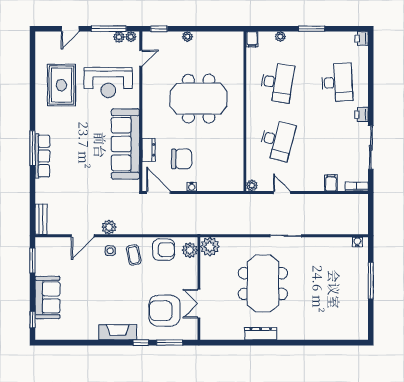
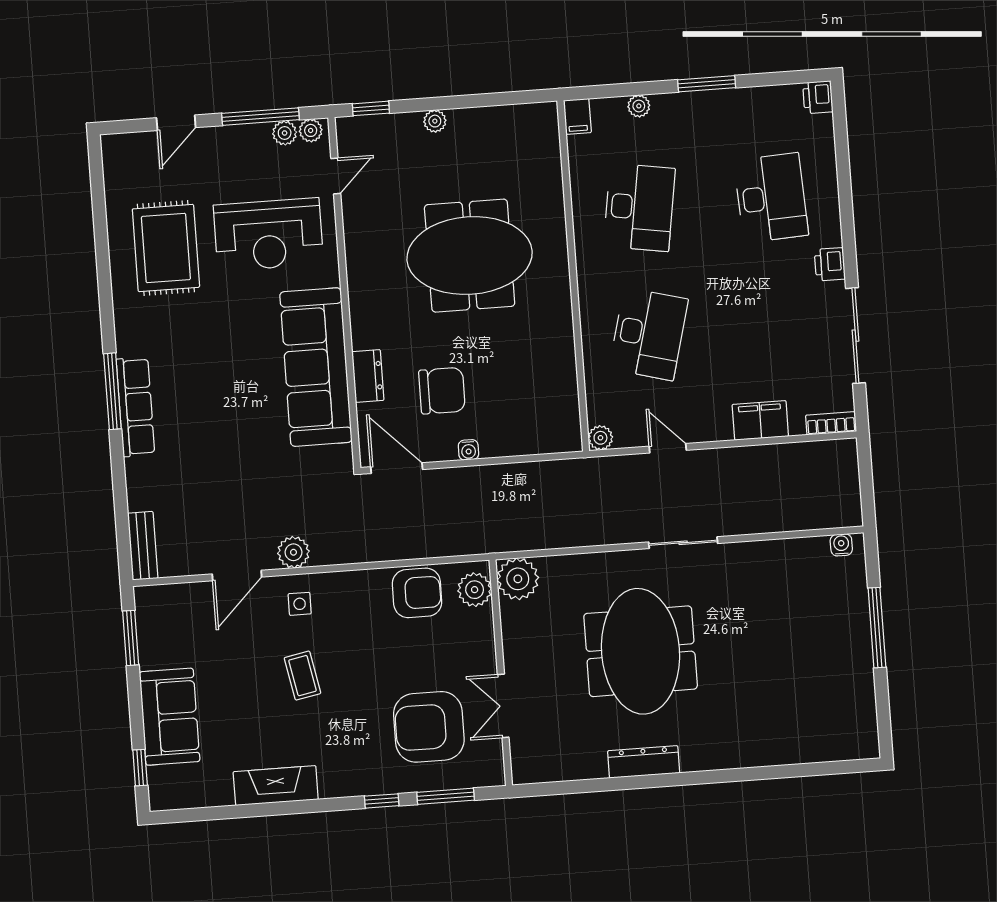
filing cabinet: (331, 183) -> (760, 420), width x2.00
coffee table: (134, 255) -> (303, 676), moved
fireplace: (118, 332) -> (276, 786), moved

